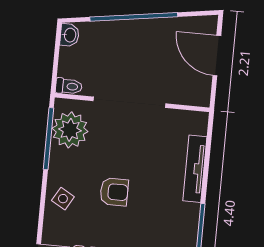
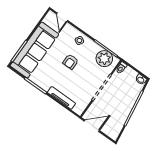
door: (217, 56) -> (92, 126), moved

